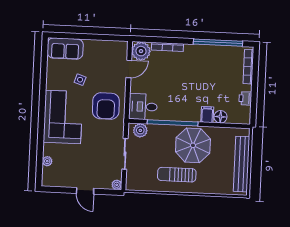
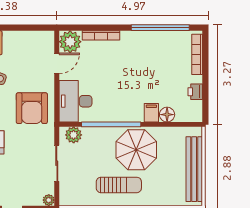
desk: (143, 107) -> (75, 101), width x1.37
sun lounger: (177, 175) -> (119, 185), turned 180

